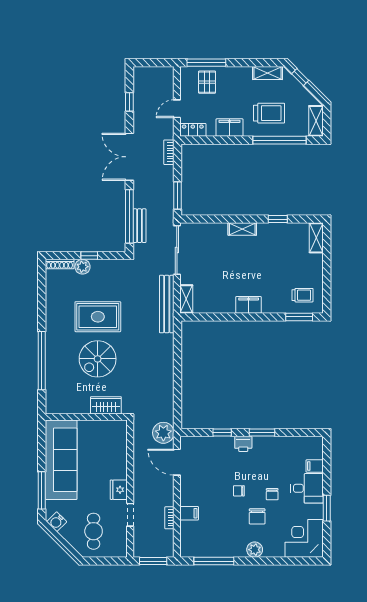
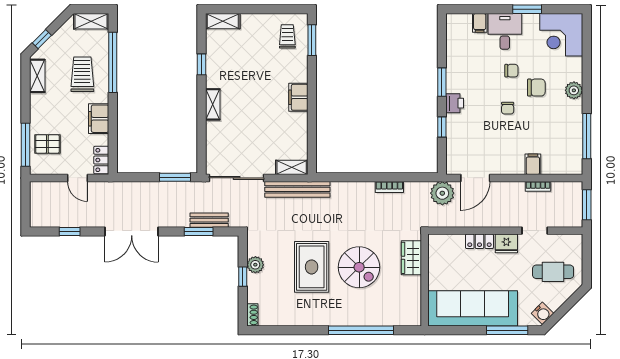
bookcase: (169, 152) -> (389, 187), moved
window: (129, 216) -> (199, 231), width x0.47
shoe rack: (60, 264) -> (252, 315), width x0.70
plant: (82, 267) -> (255, 265), moved
locker: (121, 466) -> (479, 241), added

